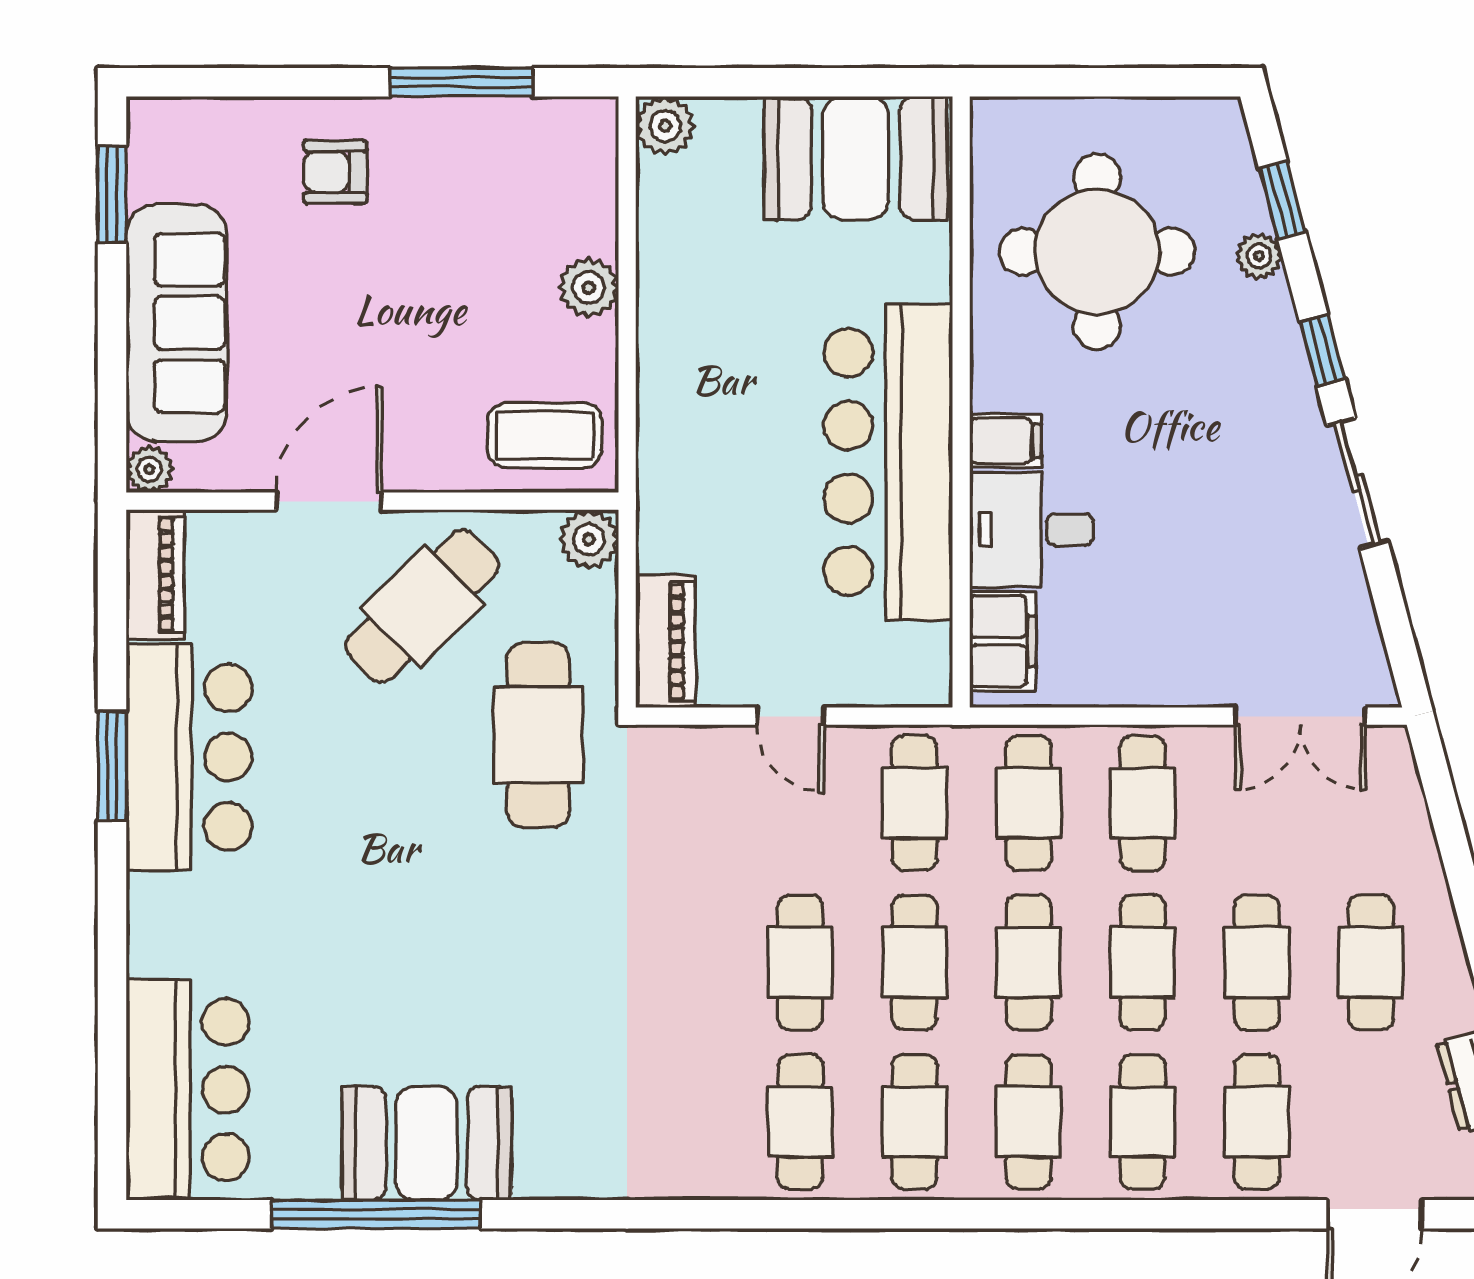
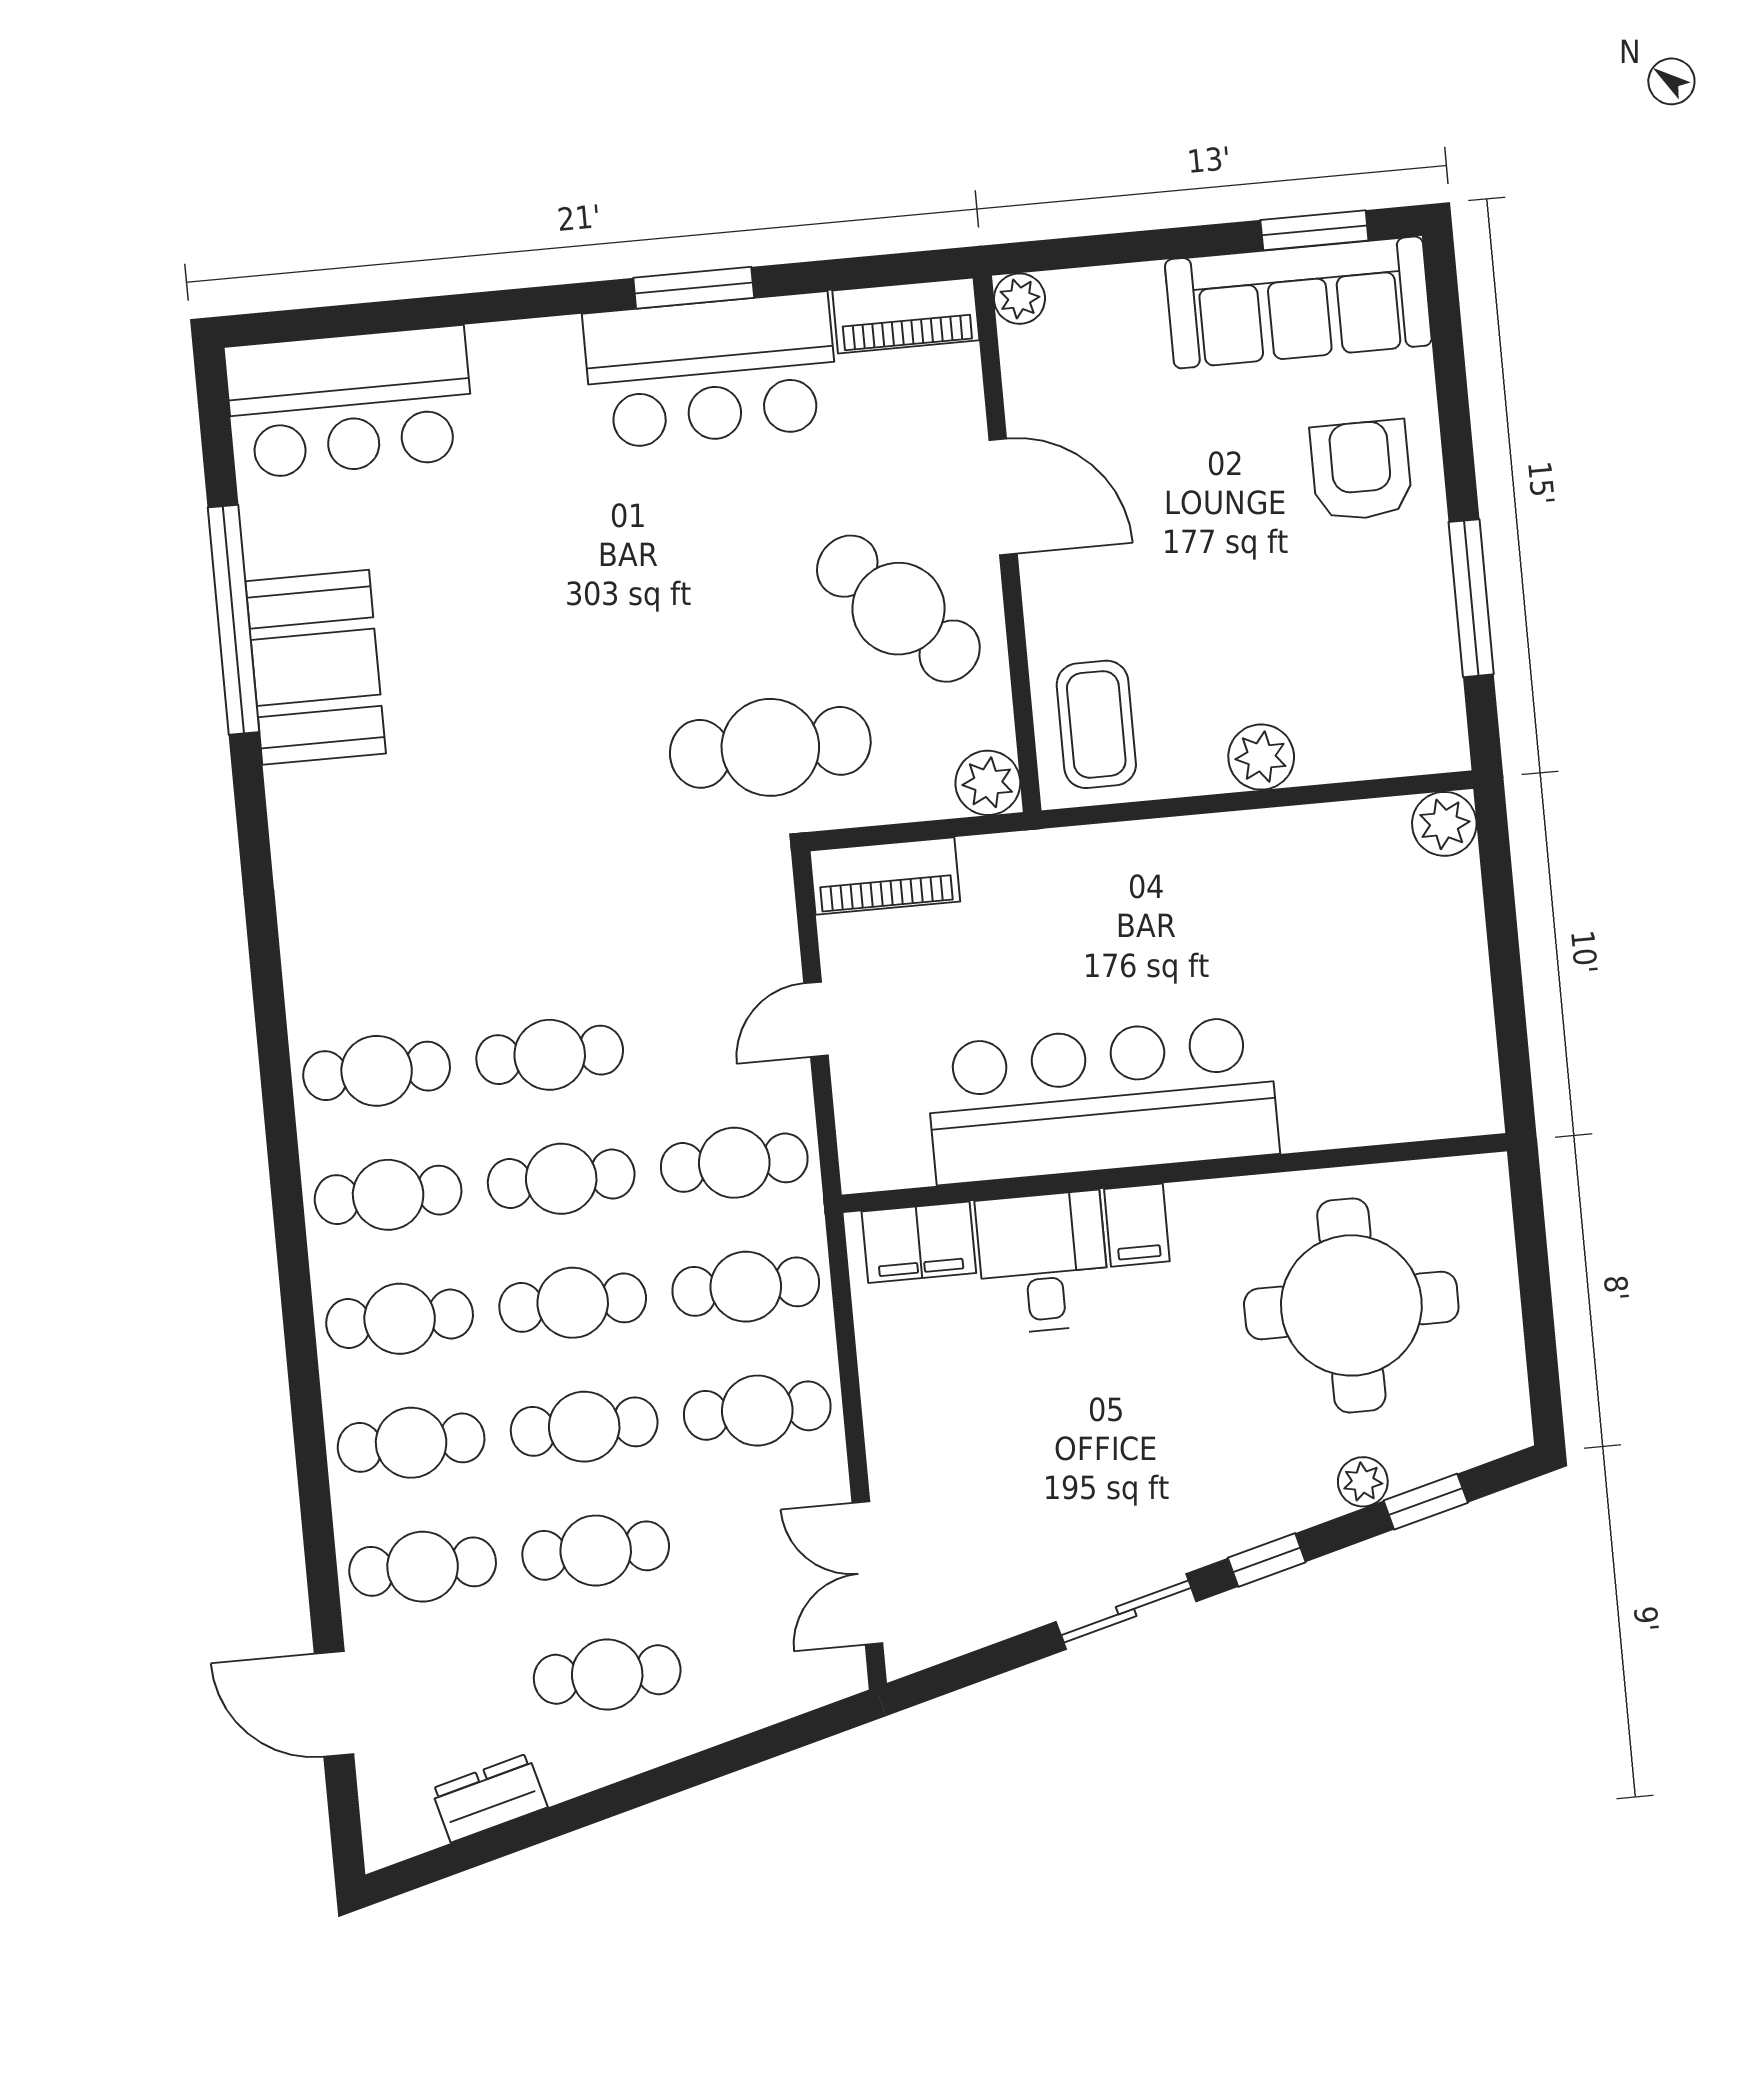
booth: (856, 158) -> (1429, 1034), removed
armchair: (335, 172) -> (1361, 470), width x1.38, depth x1.38
sofa: (177, 323) -> (1298, 302), moved

